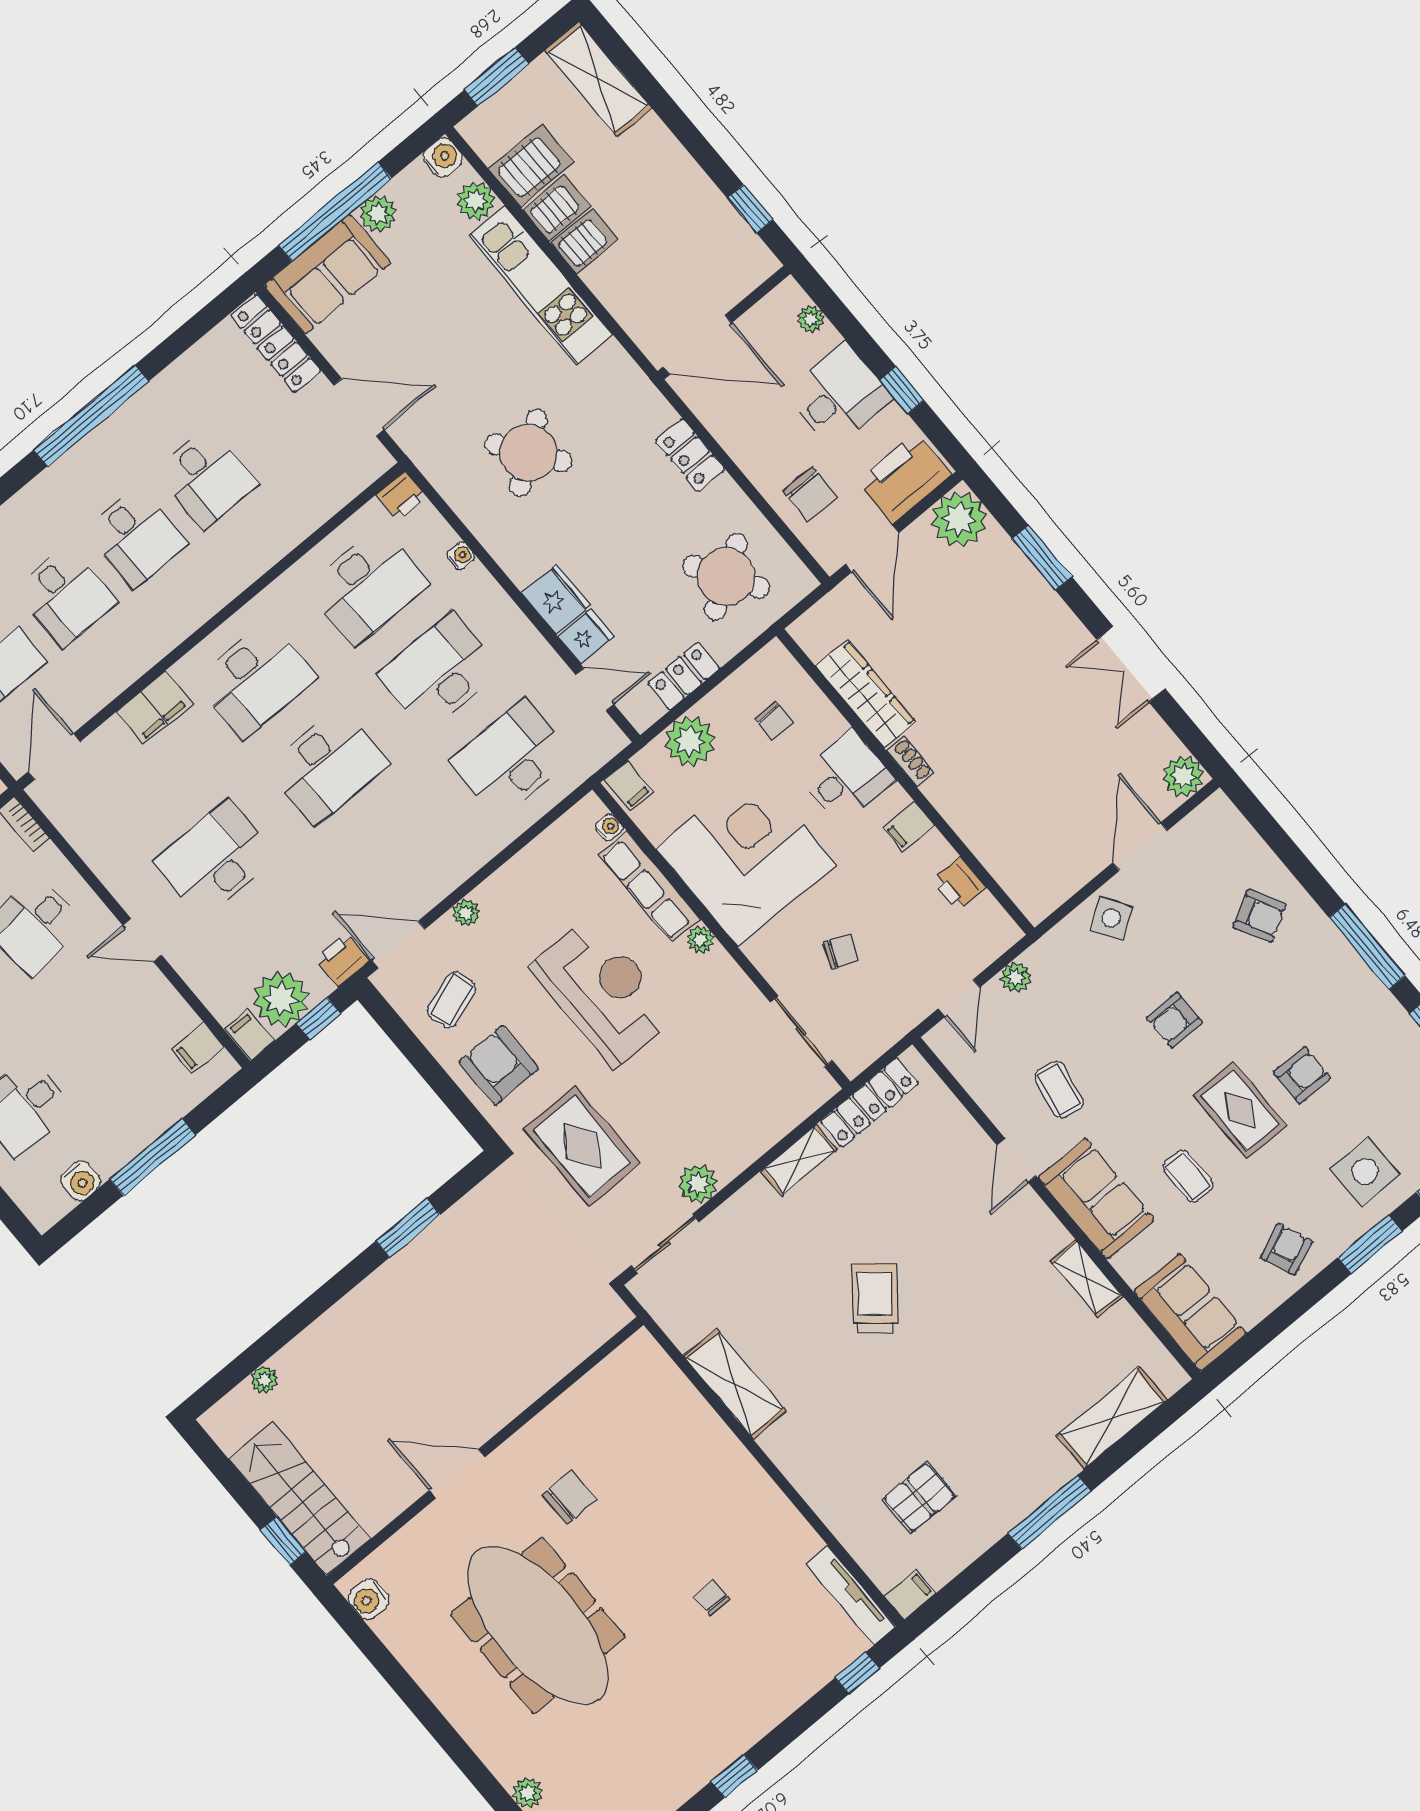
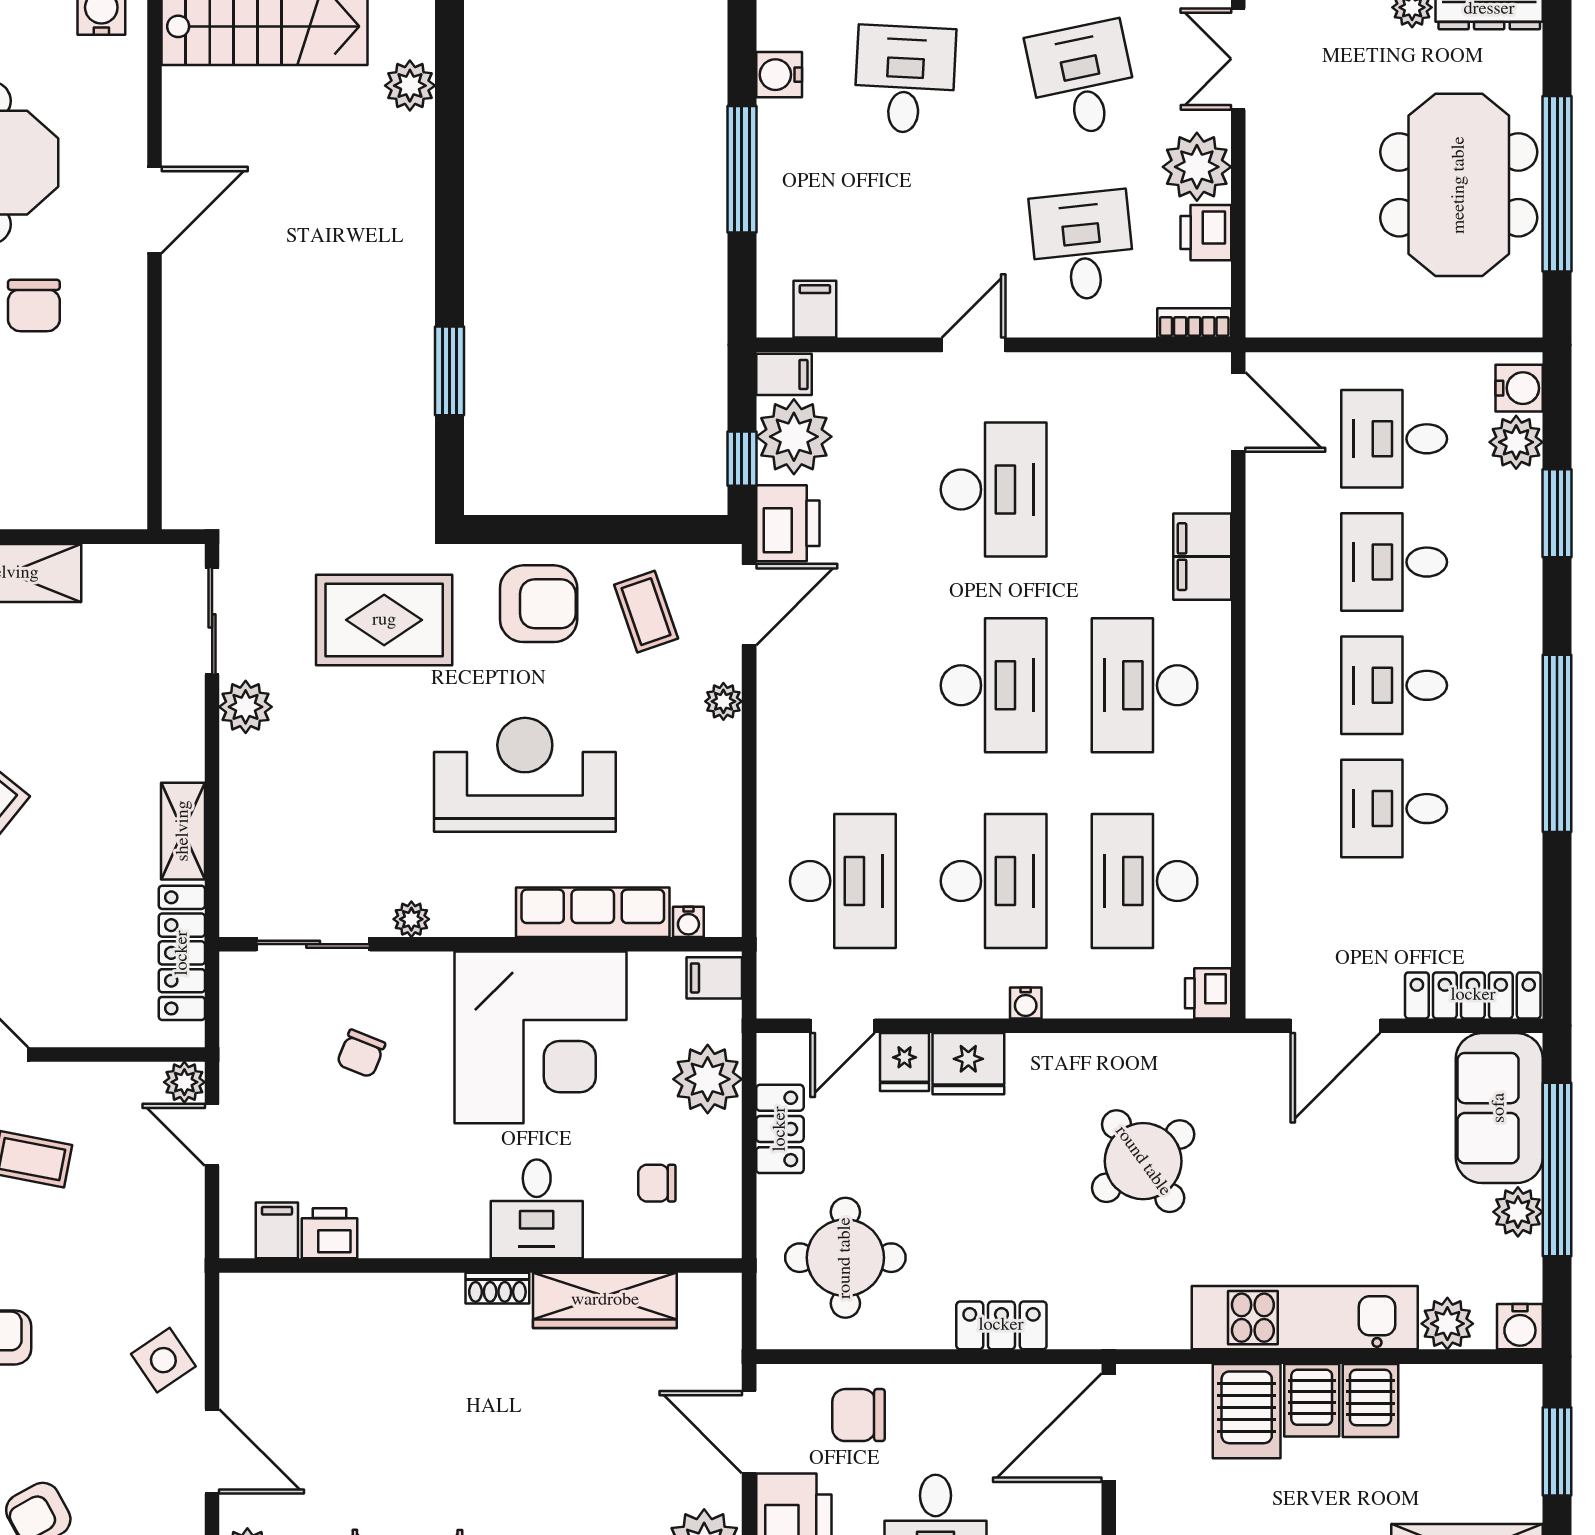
server rack: (531, 165) -> (1247, 1411), moved
water cooler: (461, 556) -> (1026, 1003), moved
round table: (726, 577) -> (845, 1258), turned 32
desk: (328, 766) -> (994, 685), turned 180
filing cabinet: (909, 827) -> (277, 1230), moved
plant: (700, 940) -> (411, 919), moved
printer: (342, 960) -> (788, 523), width x1.36, depth x1.24
plant: (1016, 977) -> (184, 1082), moved
reception desk: (603, 991) -> (525, 775), turned 180
plant: (264, 1380) -> (410, 86), width x1.38, depth x1.38

